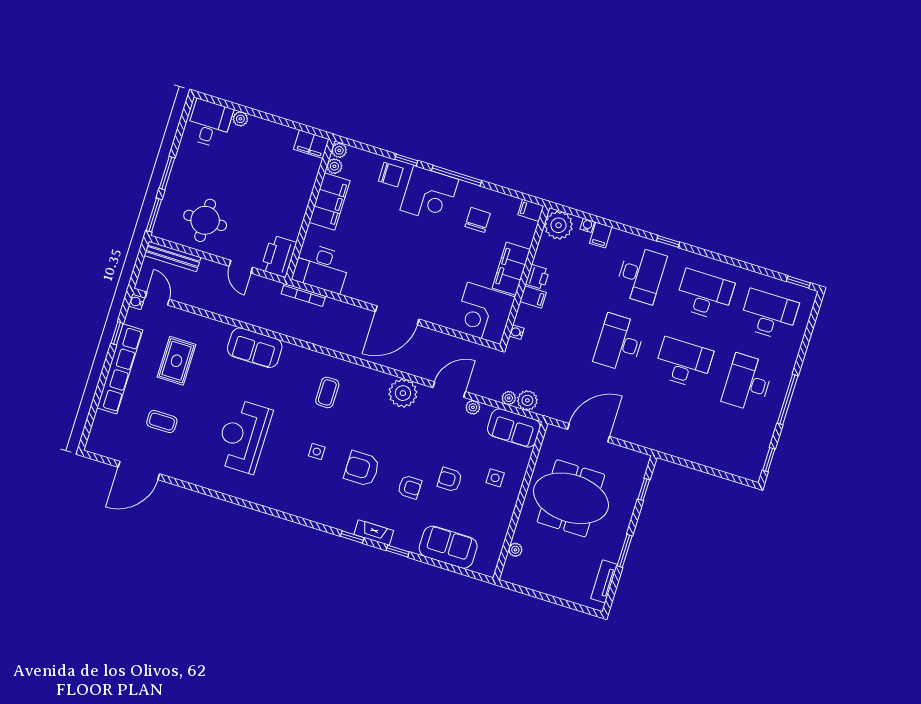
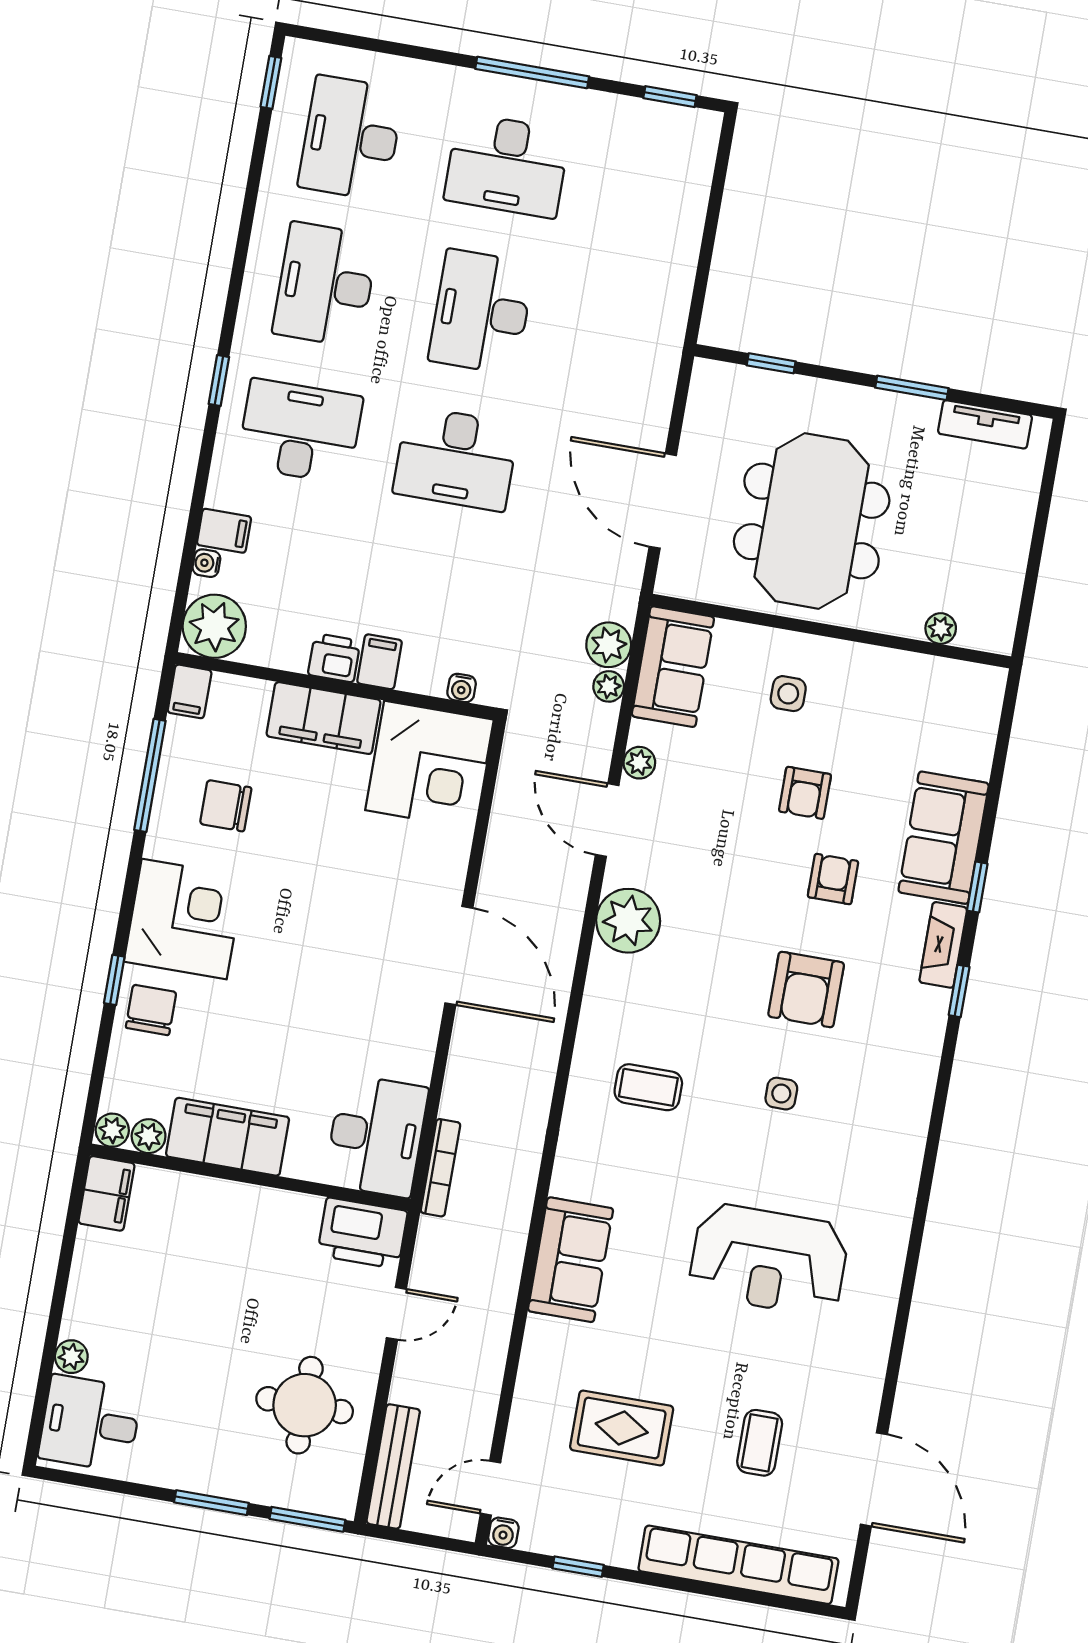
window: (457, 176) -> (150, 775), moved
row of seats: (120, 369) -> (738, 1565), moved
sofa: (448, 547) -> (944, 838), moved

